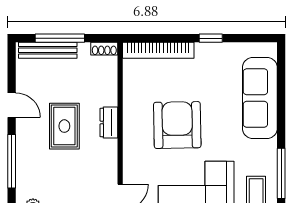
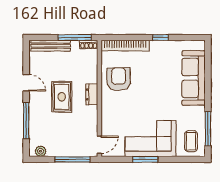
window: (60, 38) -> (75, 37), moved
armchair: (177, 125) -> (119, 79), moved, width x0.73, depth x0.73

